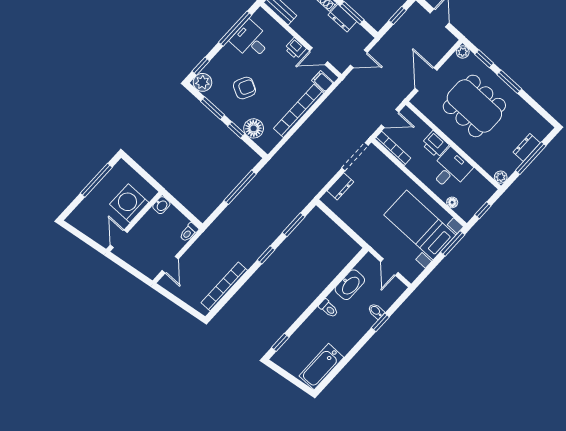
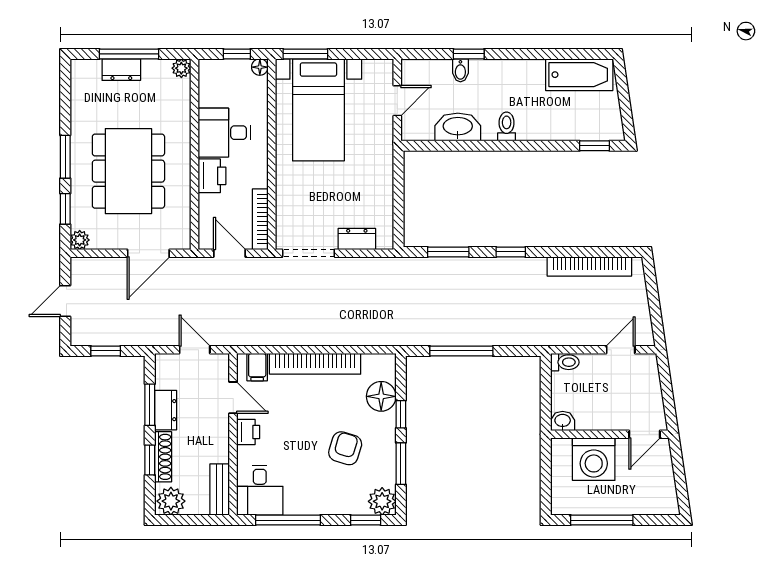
desk: (251, 40) -> (260, 490), moved
armchair: (244, 88) -> (345, 448), turned 80
floor lamp: (452, 202) -> (260, 67), moved

